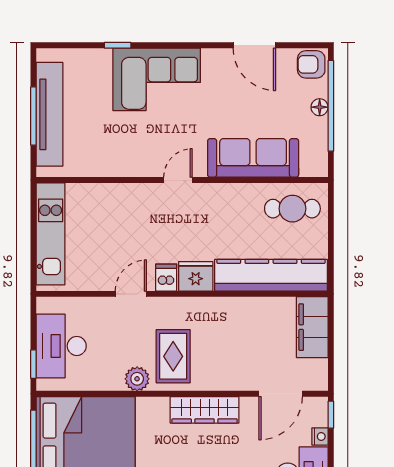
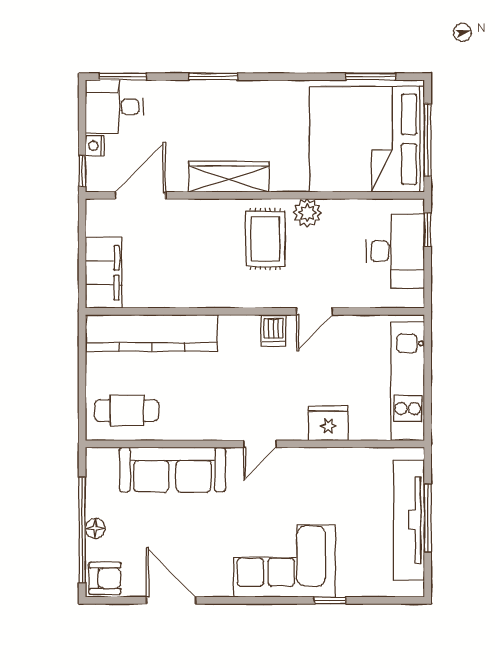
fridge: (196, 276) -> (328, 423), moved, turned 180

